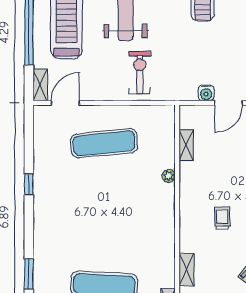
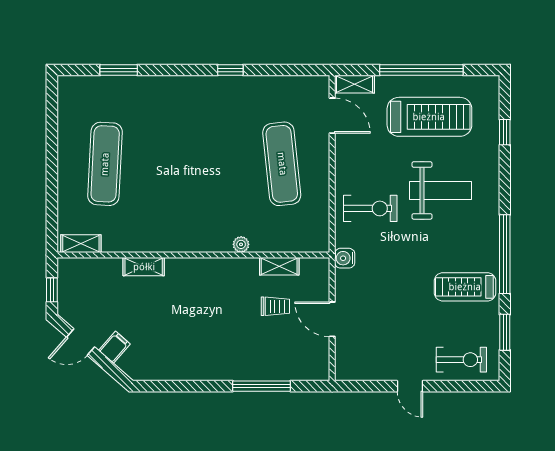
water cooler: (206, 93) -> (345, 258), moved
trolley: (222, 218) -> (275, 306), moved
shelving: (186, 269) -> (144, 267), moved

